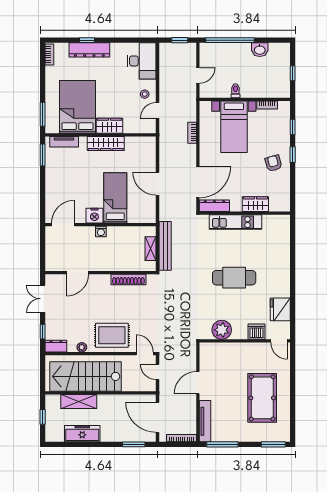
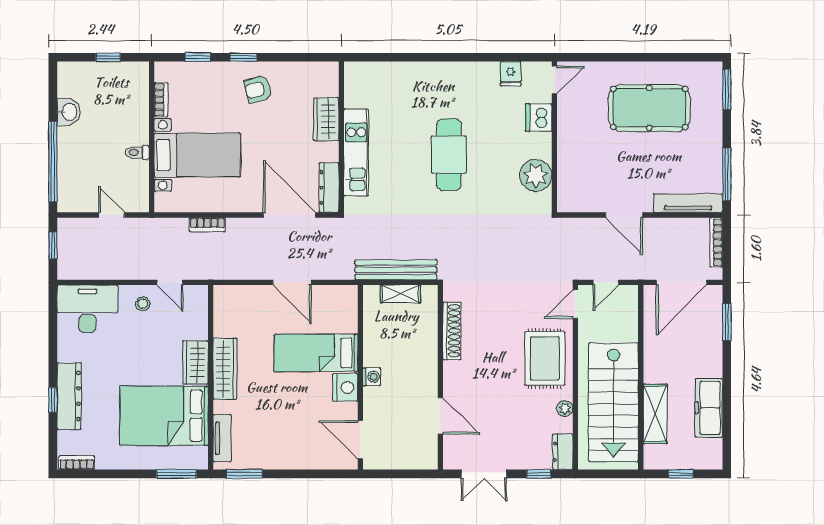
door: (157, 184) -> (292, 282), hinge flipped
fridge: (280, 309) -> (511, 74), width x0.53, depth x0.75

